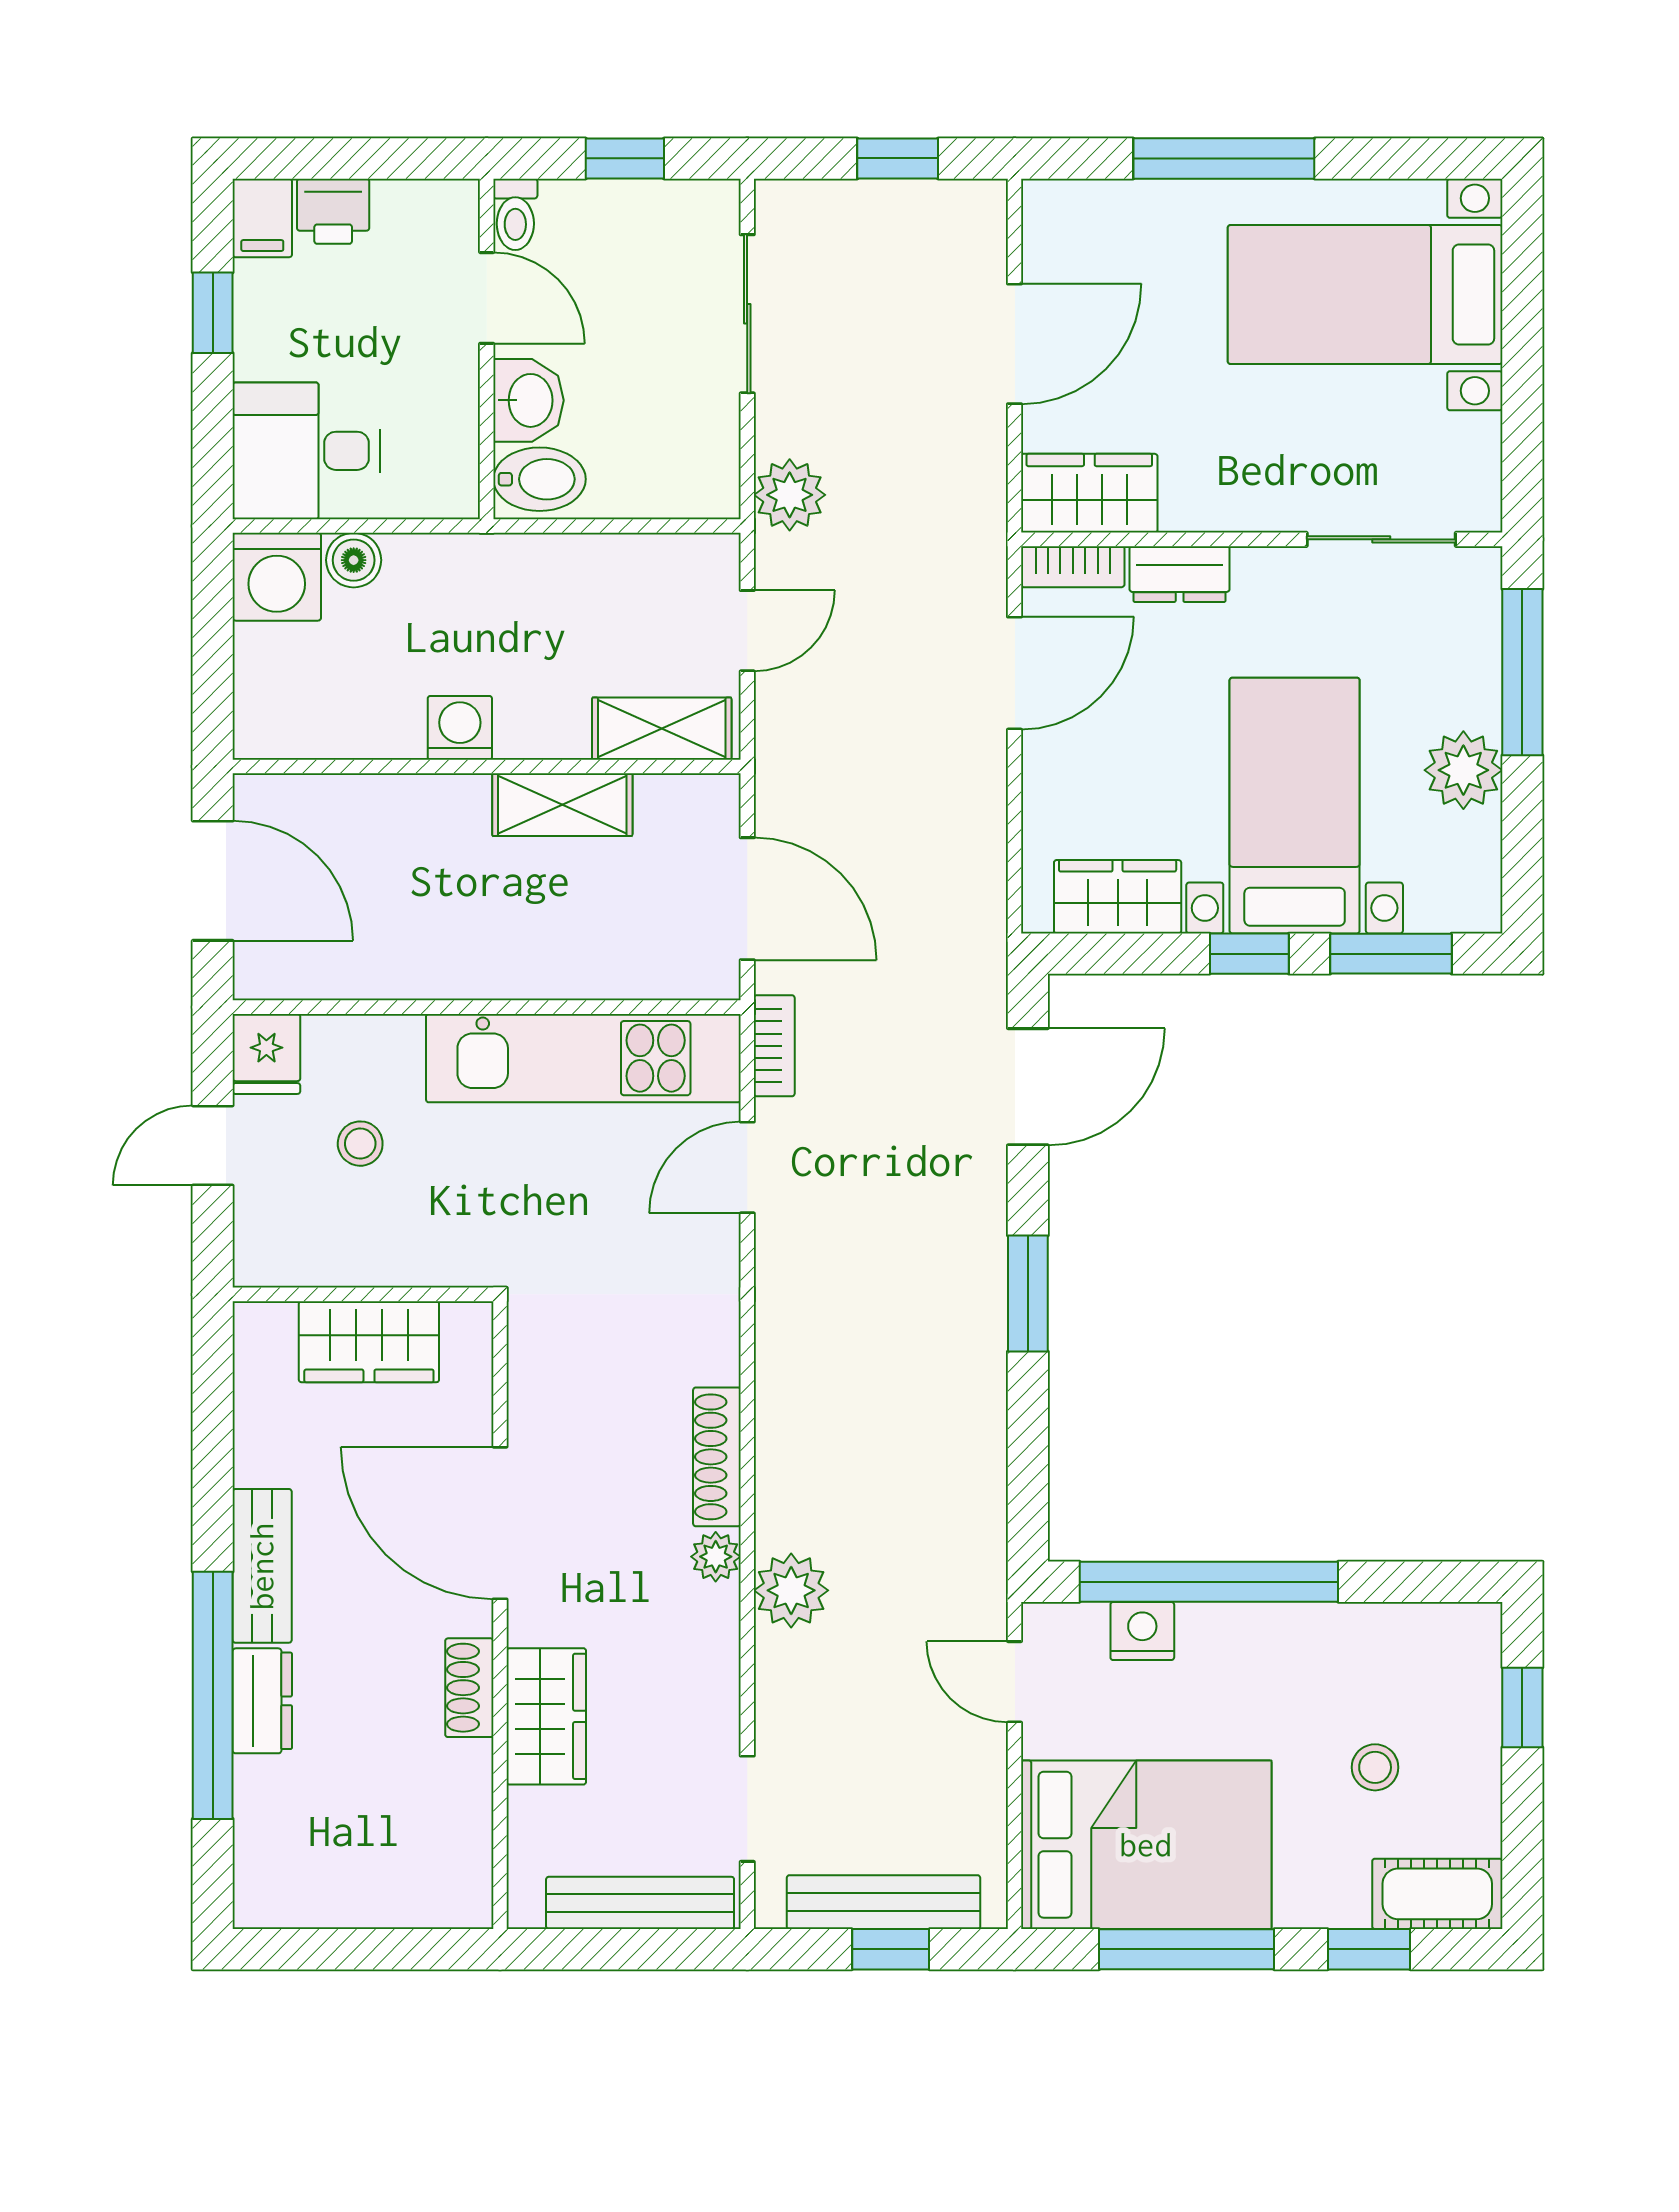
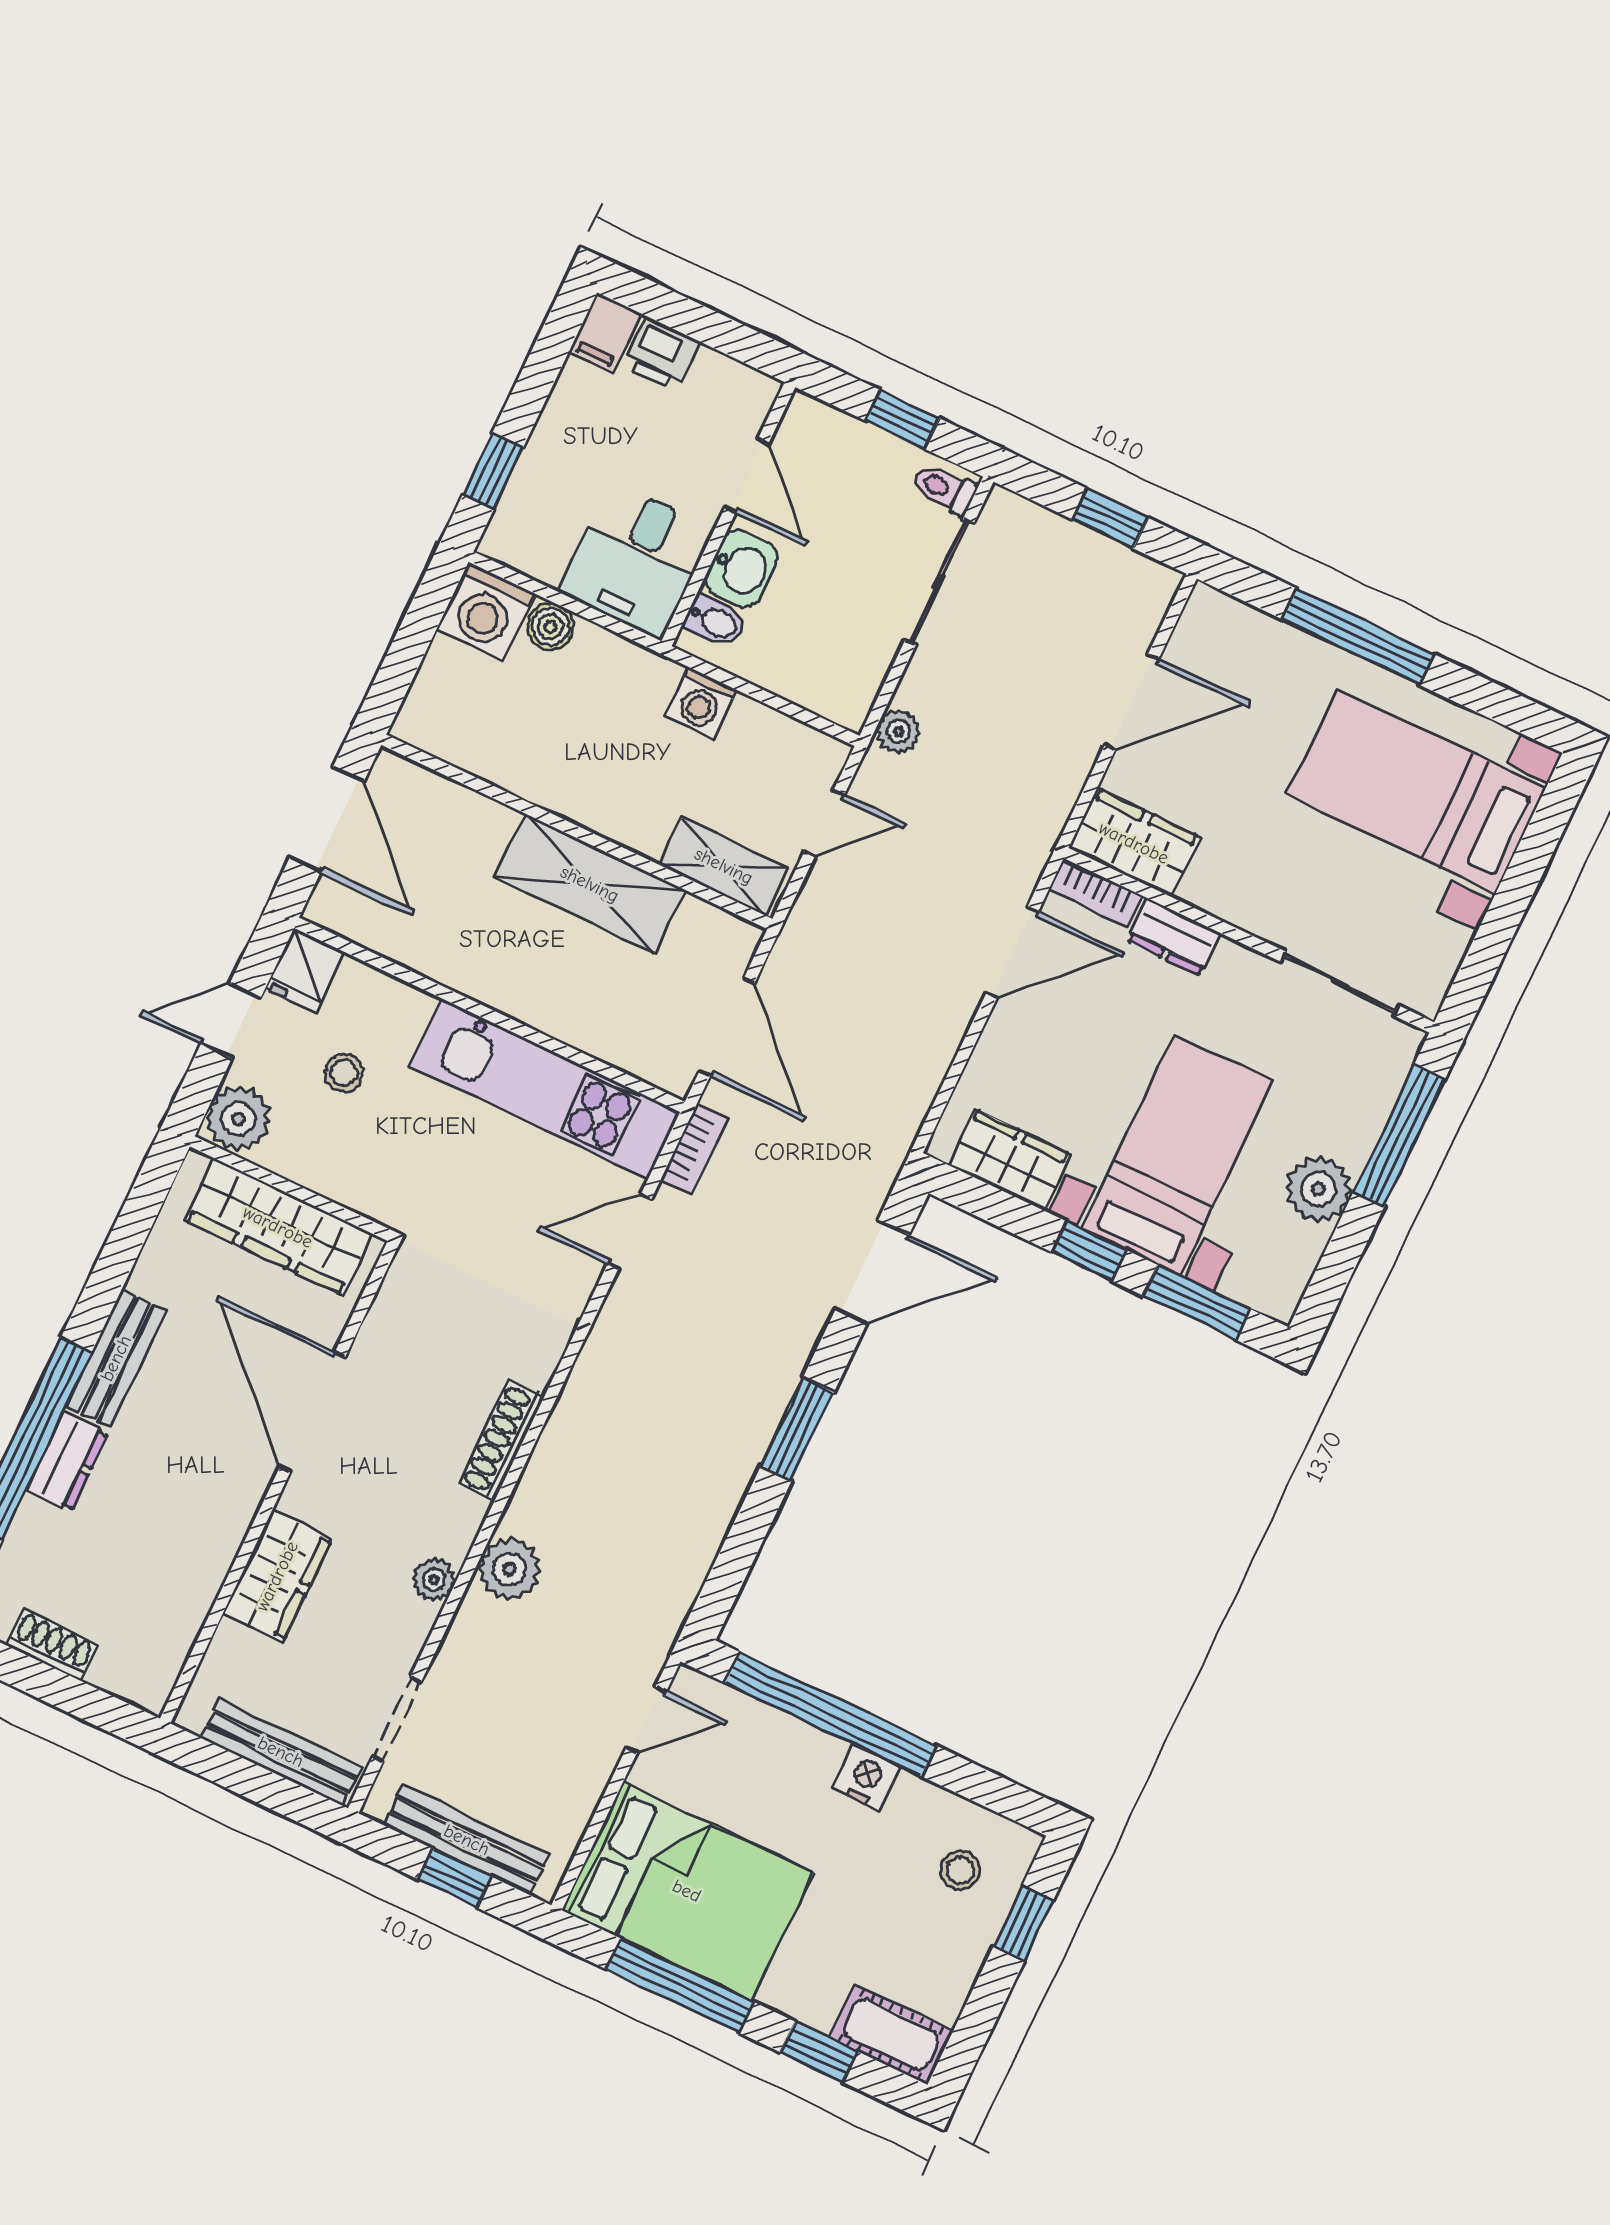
toilet: (515, 214) -> (944, 489), moved, turned 90
window: (213, 313) -> (493, 471), moved
desk: (307, 451) -> (636, 560), moved, turned -90
bidet: (539, 479) -> (715, 621), width x0.72, depth x0.74
plant: (790, 495) -> (898, 732), width x0.73, depth x0.73
washing machine: (460, 728) -> (701, 703), moved, turned 180
shelving: (562, 805) -> (590, 884), width x1.50, depth x1.33
plant: (271, 1247) -> (238, 1119), added
wardrobe: (369, 1342) -> (278, 1227), width x1.50
plant: (716, 1557) -> (434, 1579), moved
nightstand: (1142, 1631) -> (866, 1777), moved
door: (1015, 1682) -> (646, 1720), swing flipped
shoe rack: (469, 1688) -> (52, 1645), moved, turned 90
stool: (1375, 1767) -> (960, 1870), moved

